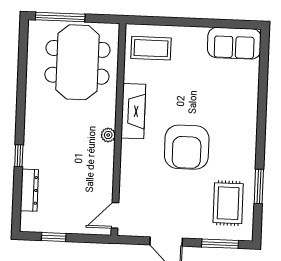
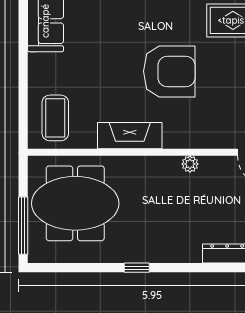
plant: (108, 135) -> (190, 164), moved
window: (19, 156) -> (137, 268), moved

